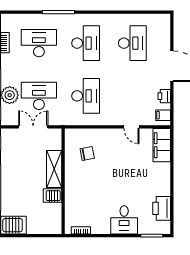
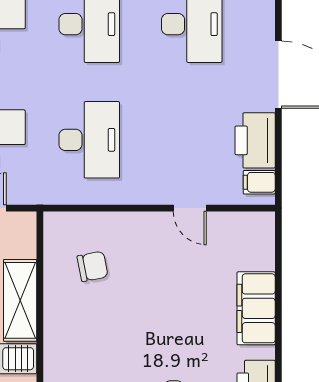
printer: (164, 96) -> (255, 140), width x1.87, depth x1.48
filing cabinet: (162, 145) -> (256, 308), moved

